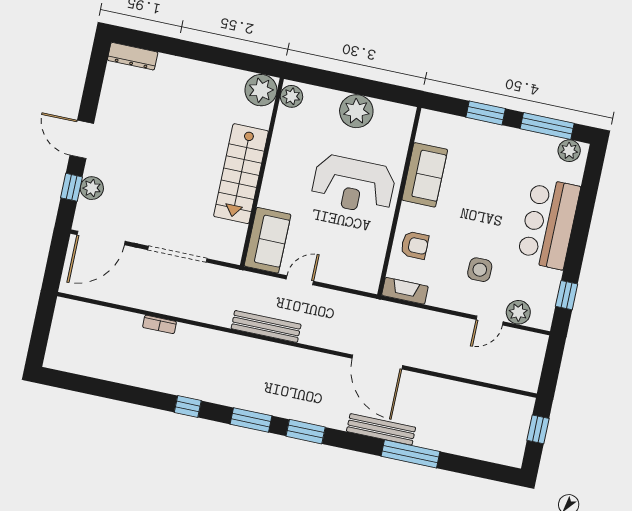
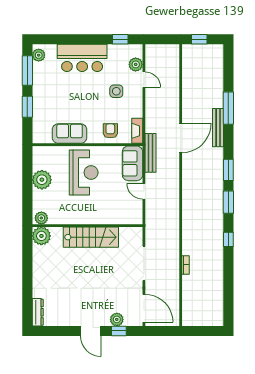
door: (82, 139) -> (91, 331), hinge flipped
sofa: (268, 240) -> (133, 163), moved, turned -90
bench: (266, 326) -> (150, 153), moved

